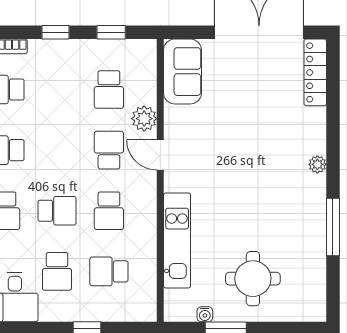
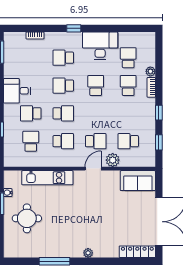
school desk: (57, 211) -> (63, 113), turned -90
school desk: (109, 211) -> (63, 141), turned 180

